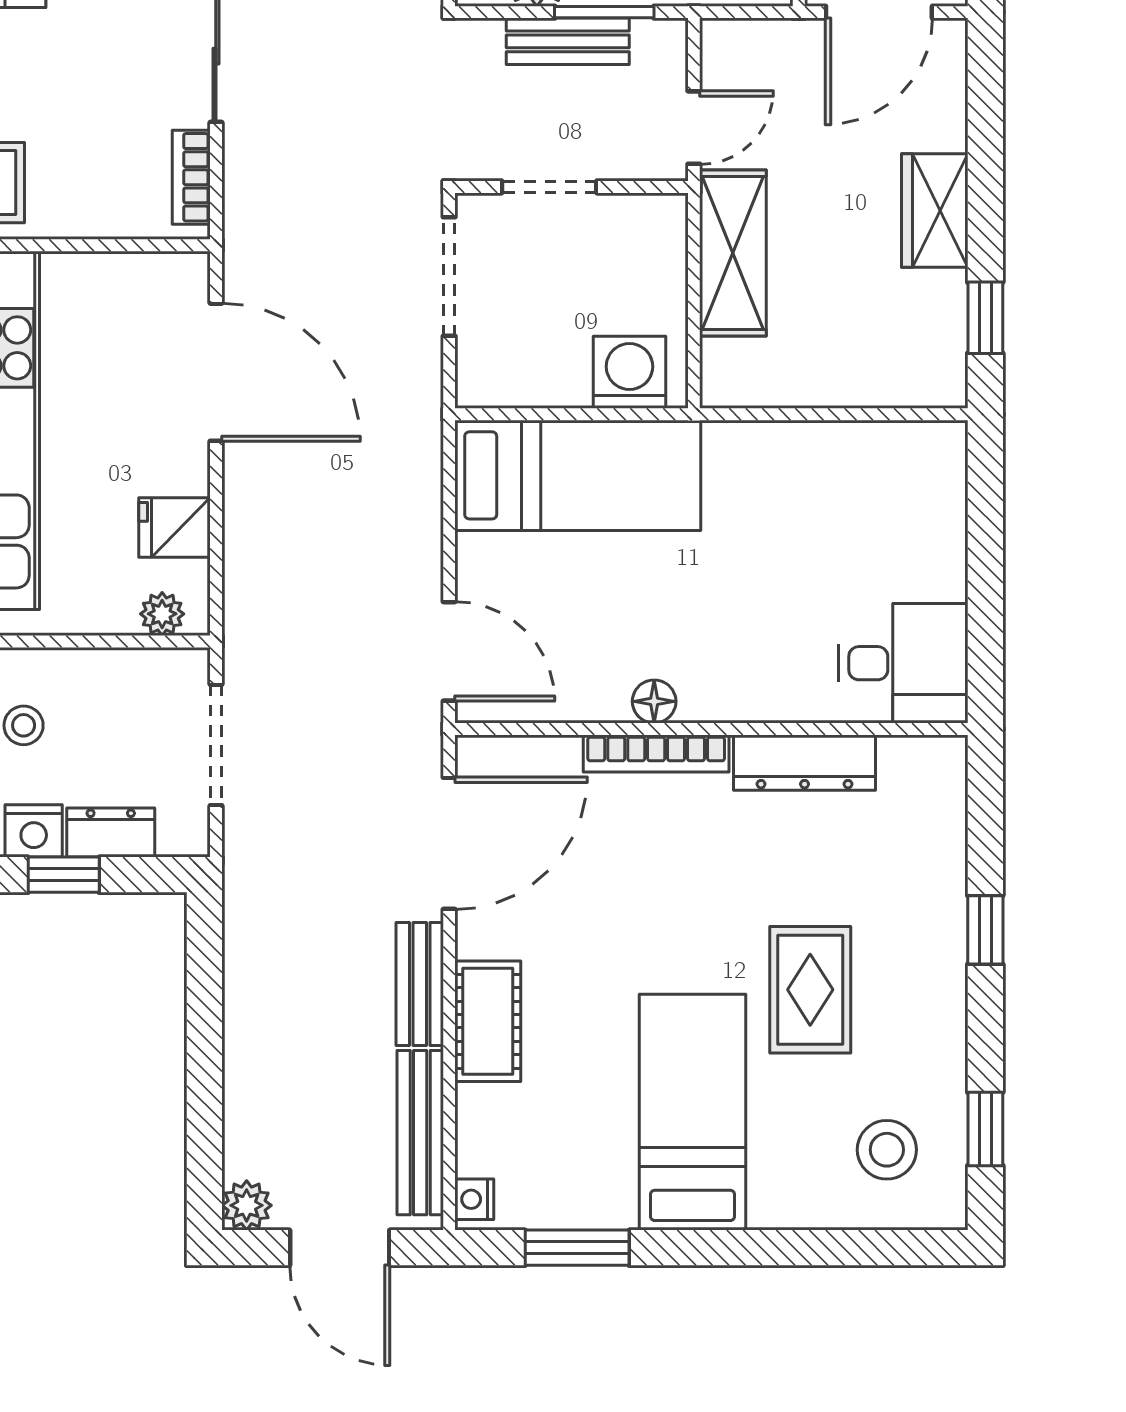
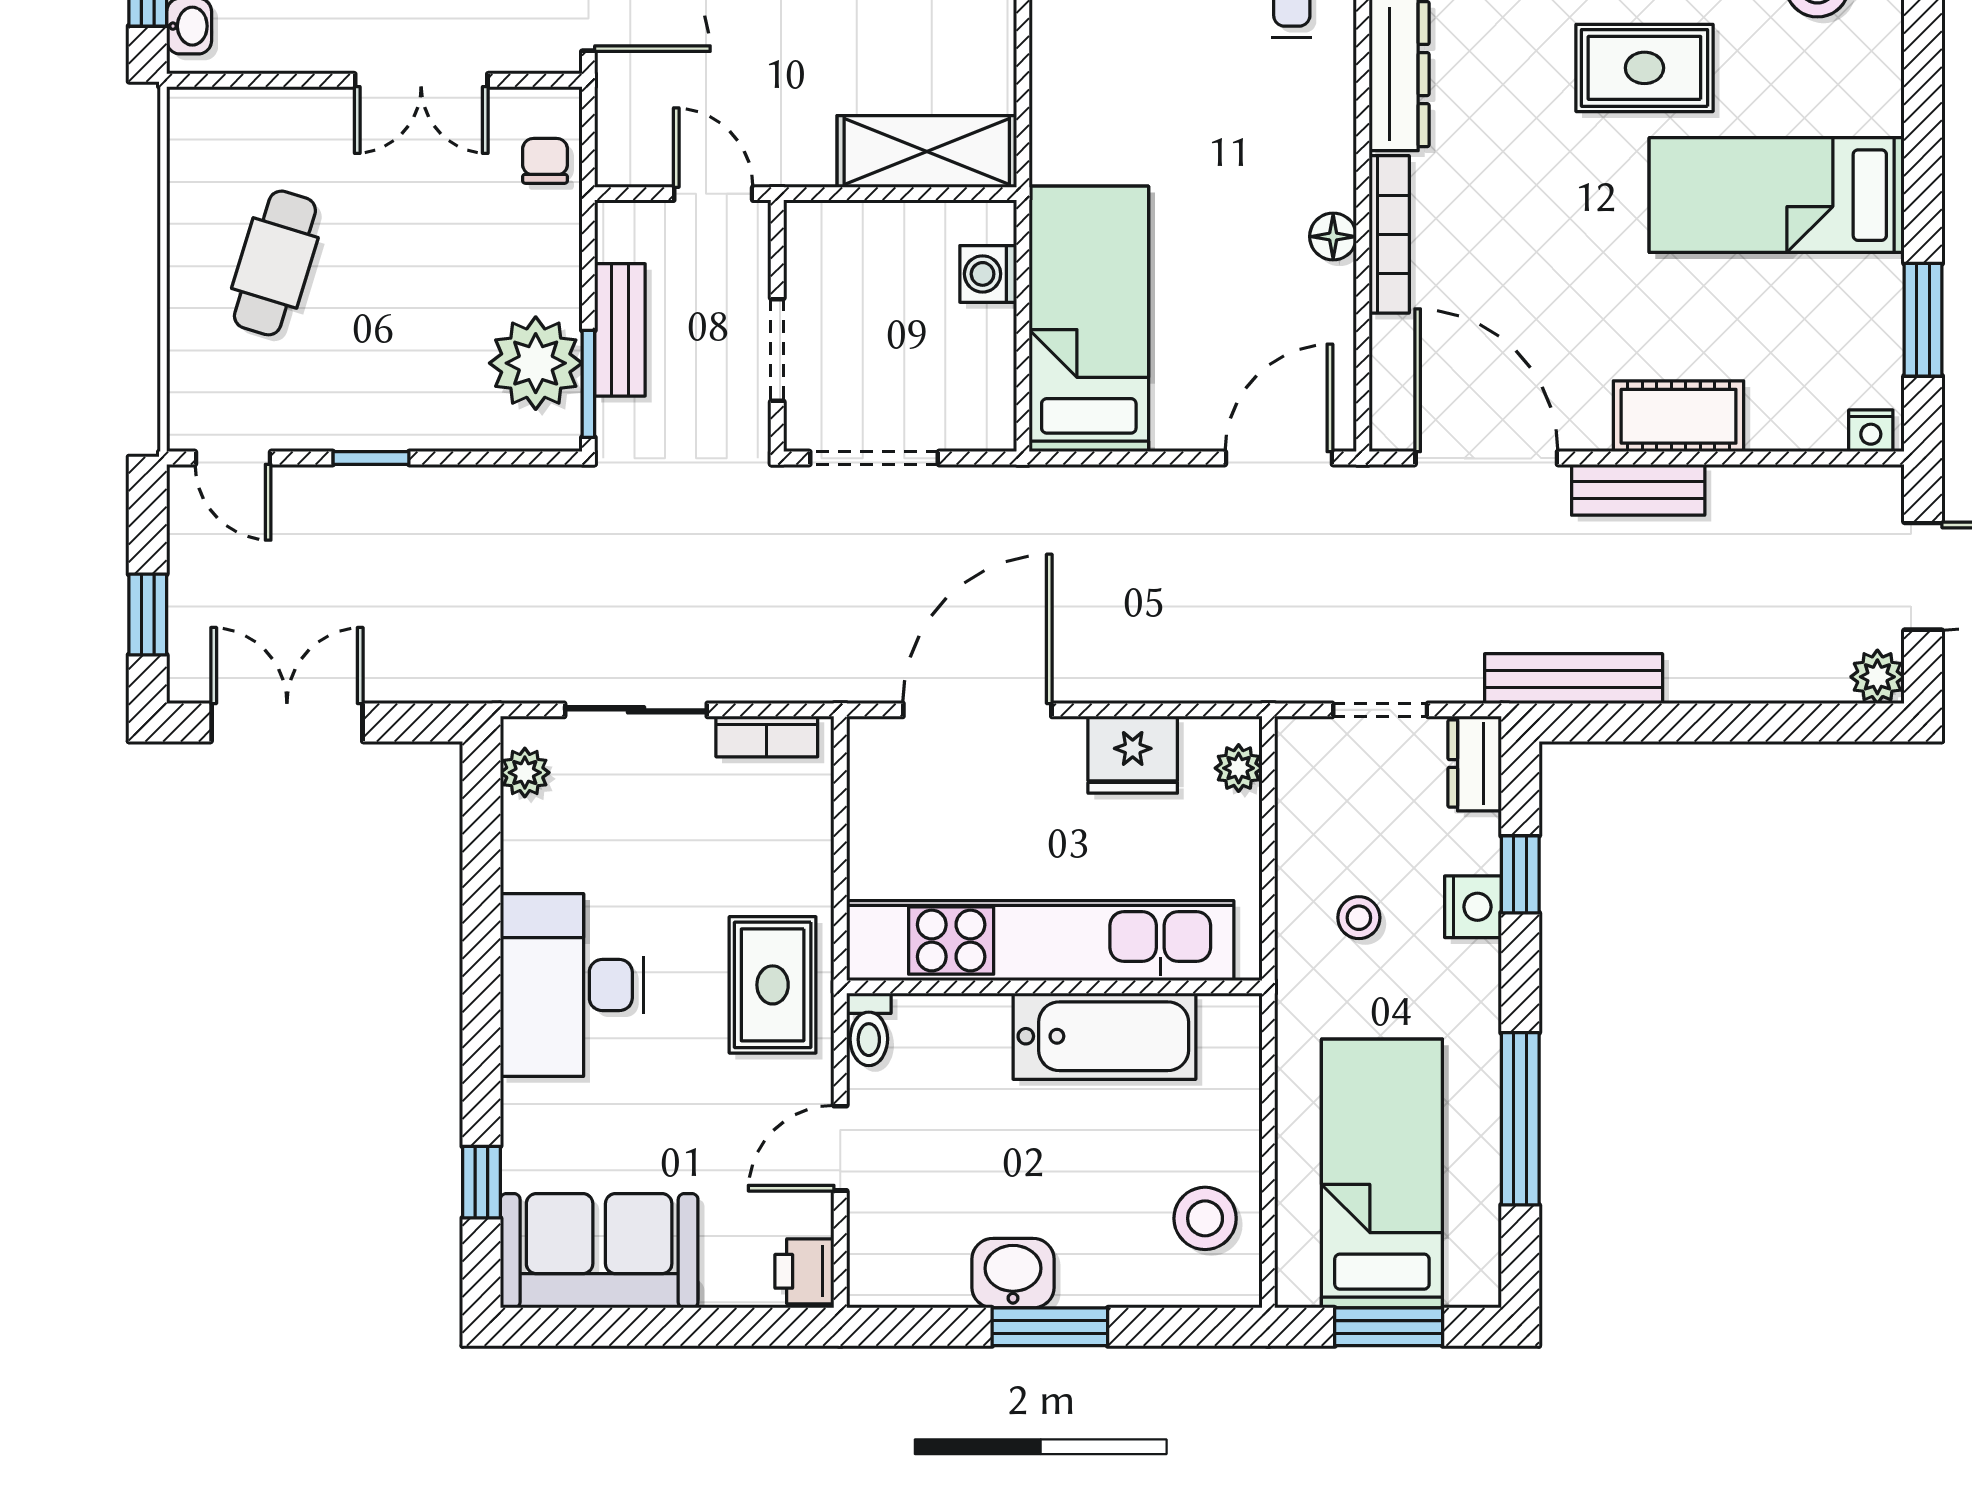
window: (604, 12) -> (588, 384), moved
shelving: (733, 253) -> (927, 151), moved
washing machine: (629, 372) -> (988, 274), width x0.73, depth x0.73
fridge: (174, 527) -> (1133, 755), width x1.38
doorway: (216, 745) -> (1380, 710), width x0.73
dresser: (111, 833) -> (1475, 764), moved
bench: (420, 1133) -> (1574, 679), moved

